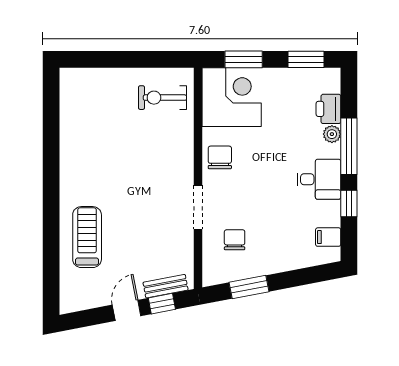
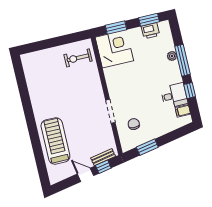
printer: (328, 109) -> (150, 31), moved, turned -90
chair: (220, 157) -> (116, 82), removed
desk: (319, 179) -> (174, 96), moved
treadmill: (87, 237) -> (55, 141), width x1.37, depth x1.38
door: (127, 310) -> (86, 175), hinge flipped

